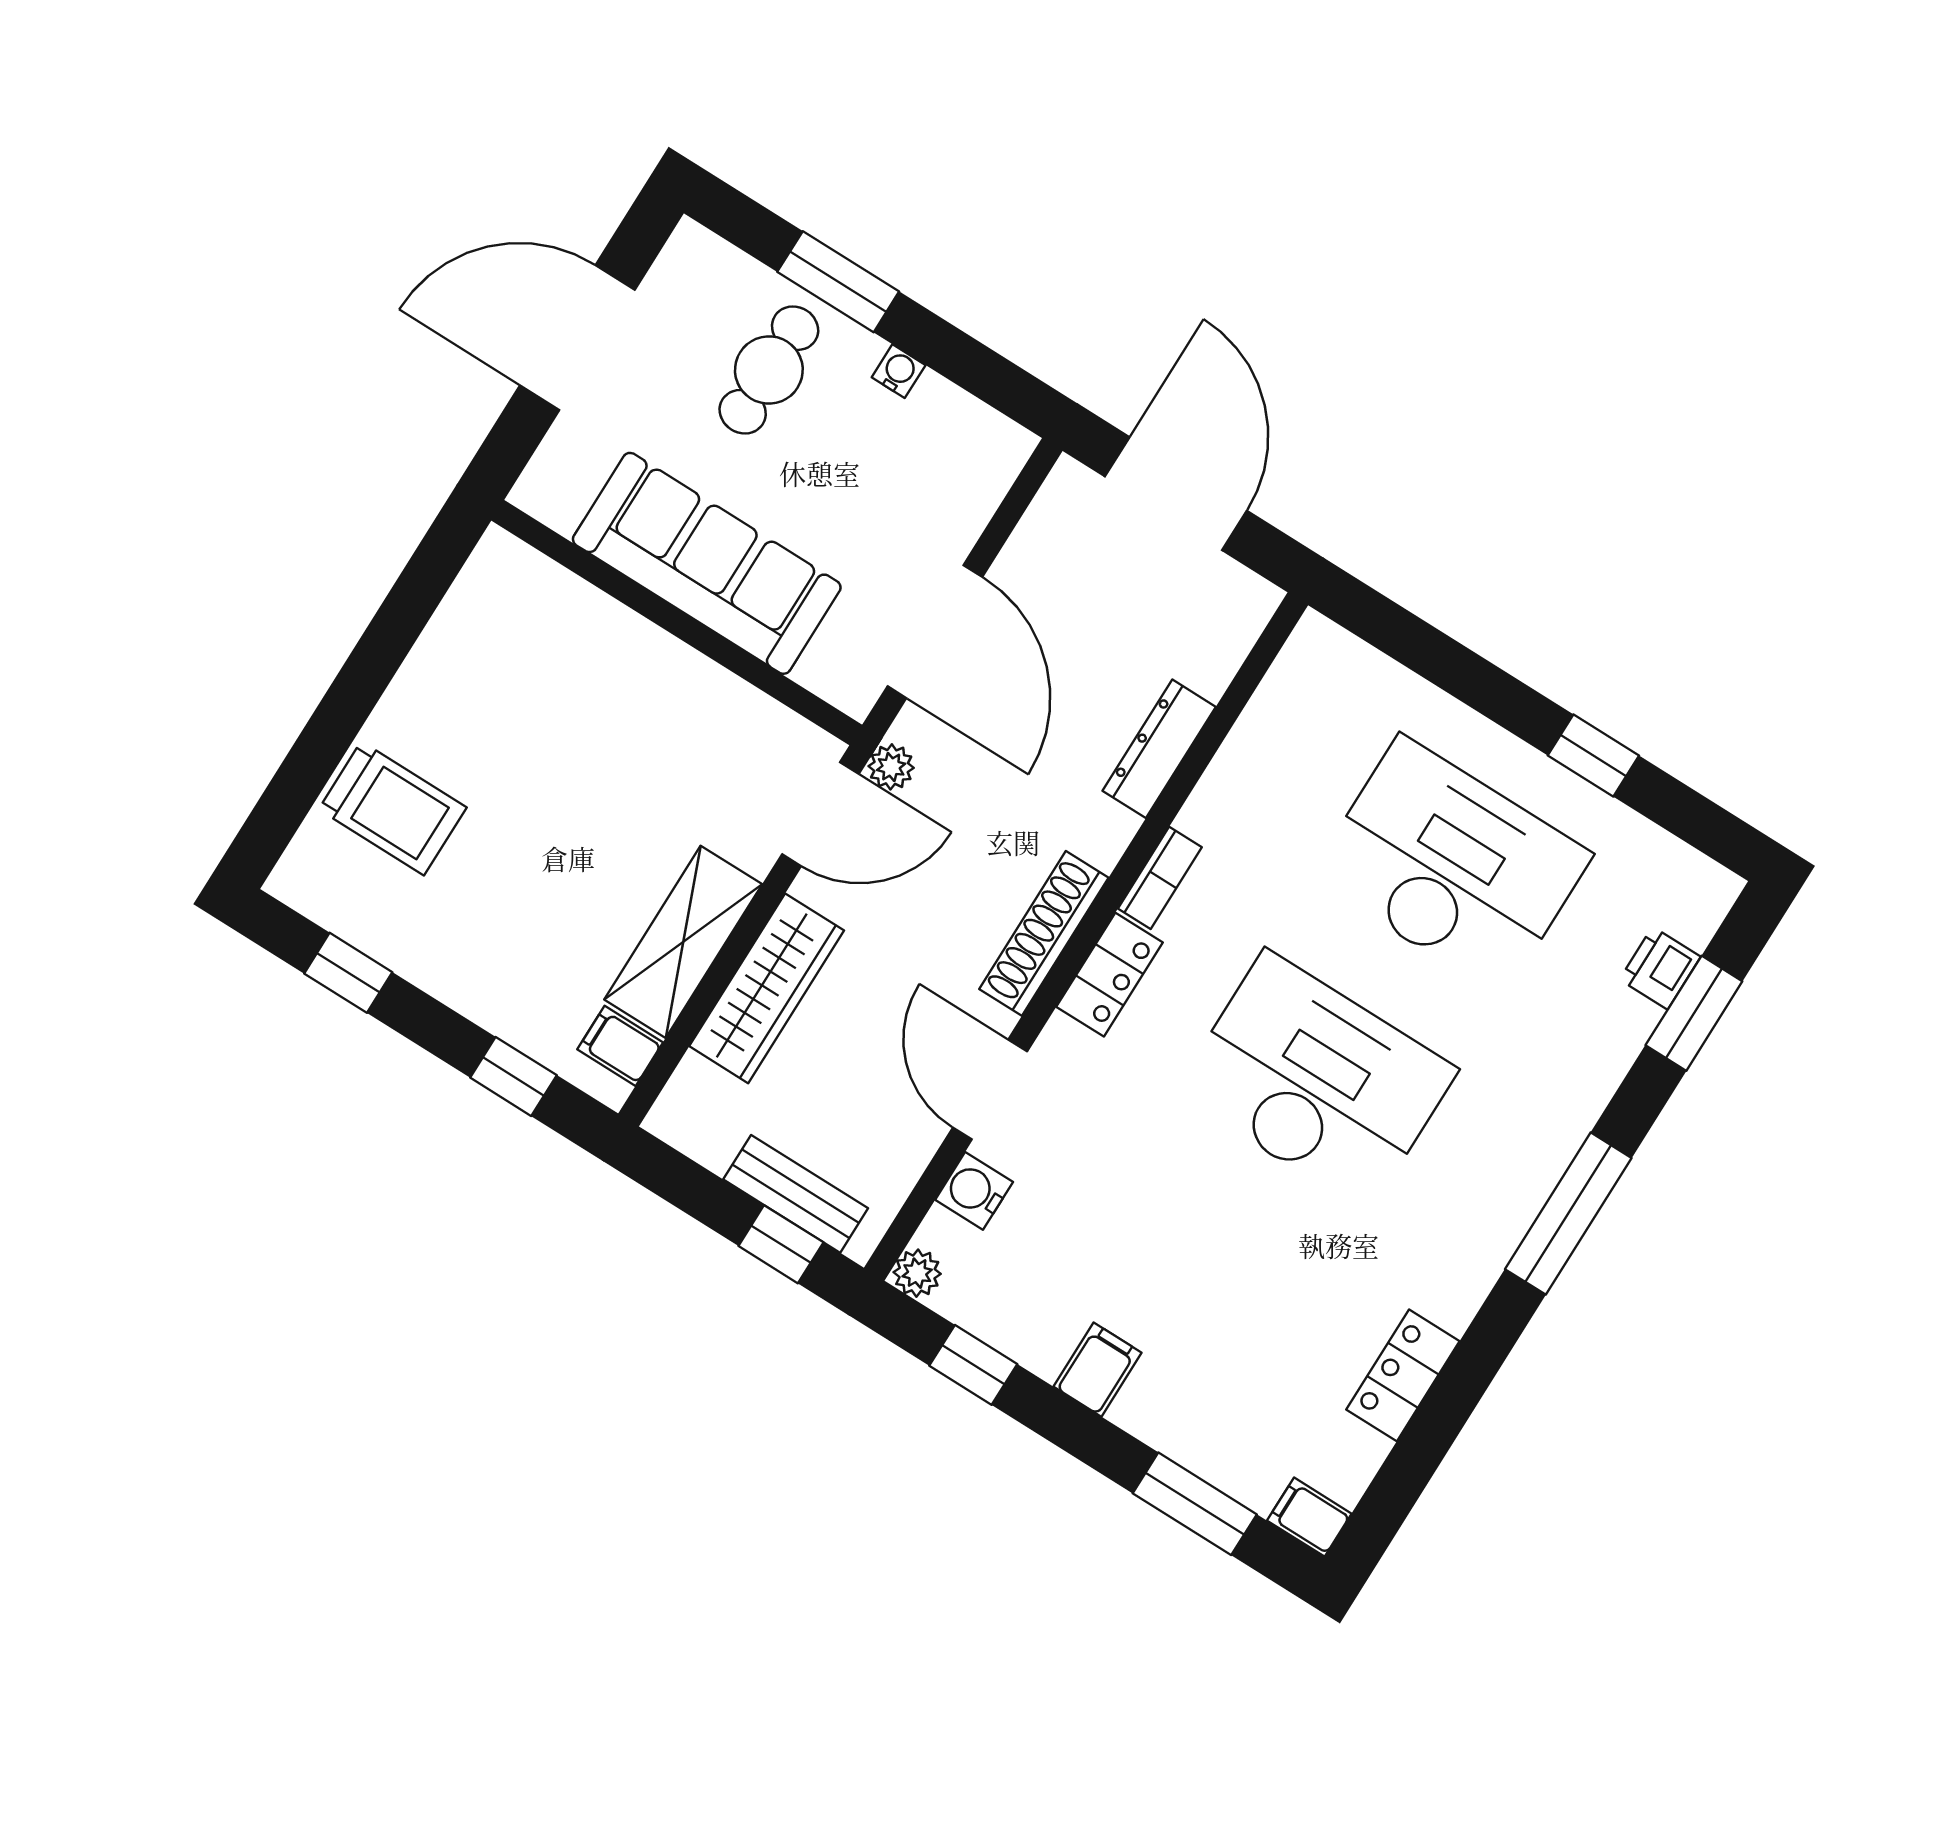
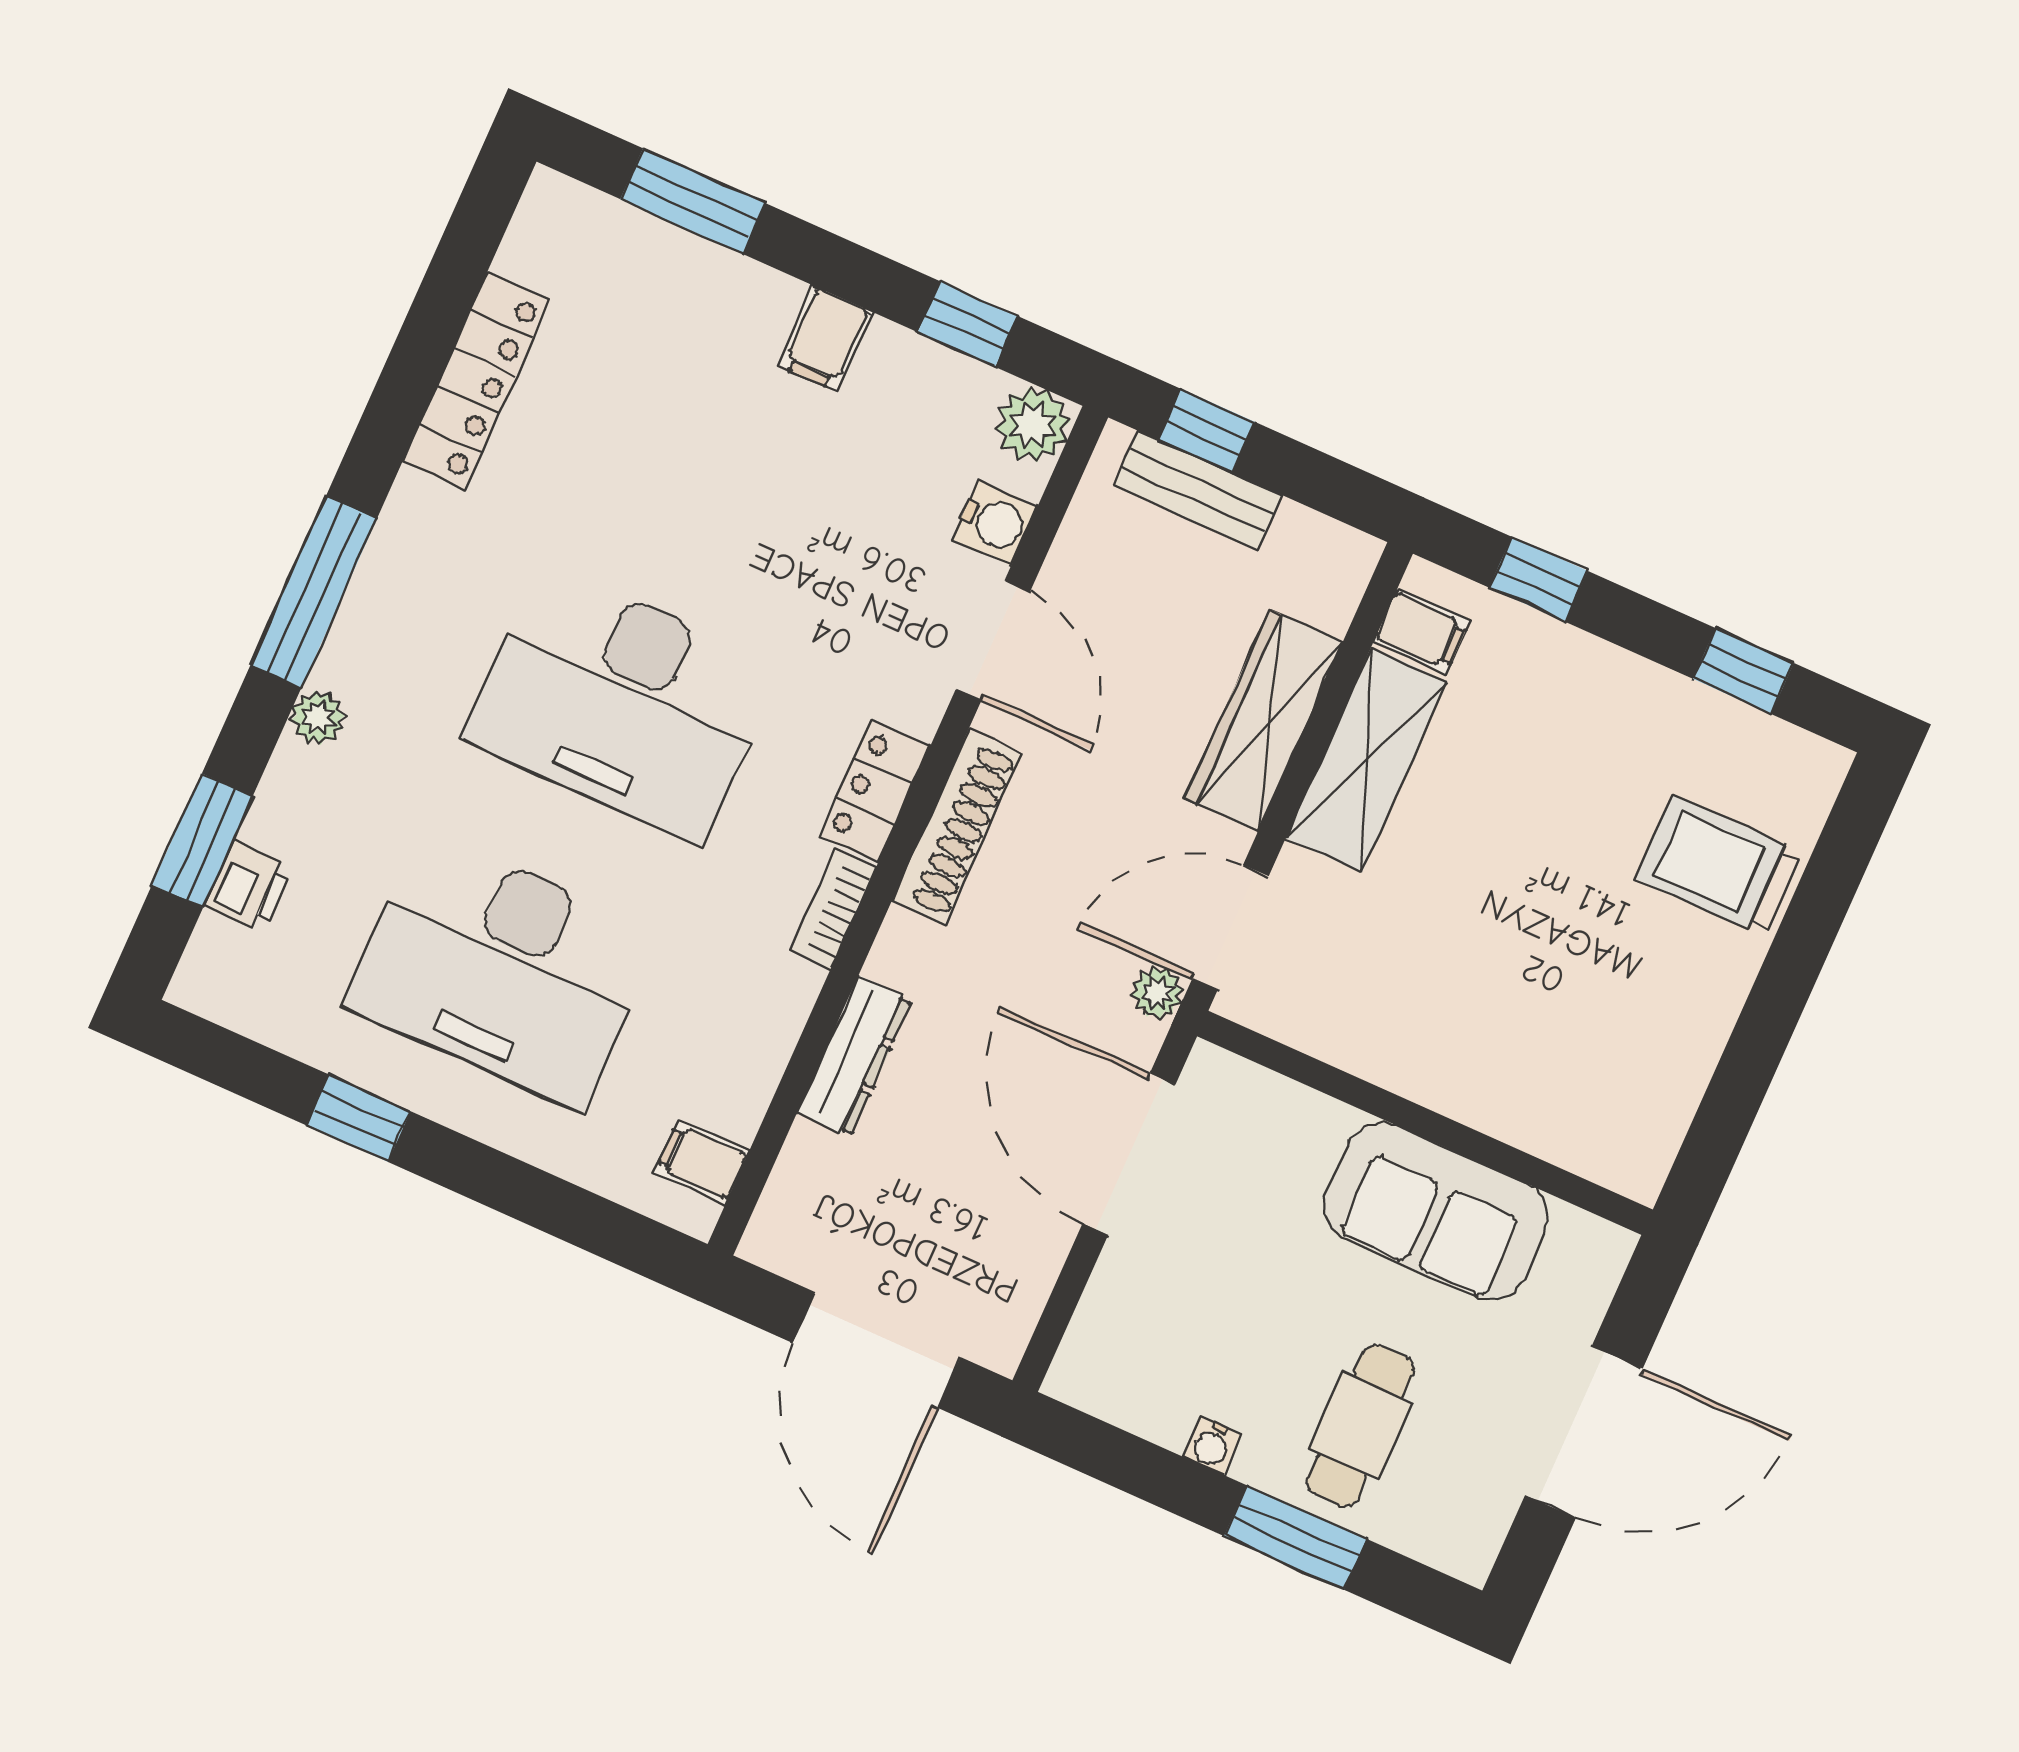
sofa: (707, 563) -> (1436, 1211), width x0.73
plant: (1580, 1105) -> (318, 718), added
plant: (917, 1273) -> (1033, 425), width x1.38, depth x1.38
locker: (1403, 1375) -> (476, 381), width x1.53
filing cabinet: (1309, 1517) -> (702, 1162), moved, turned 180

